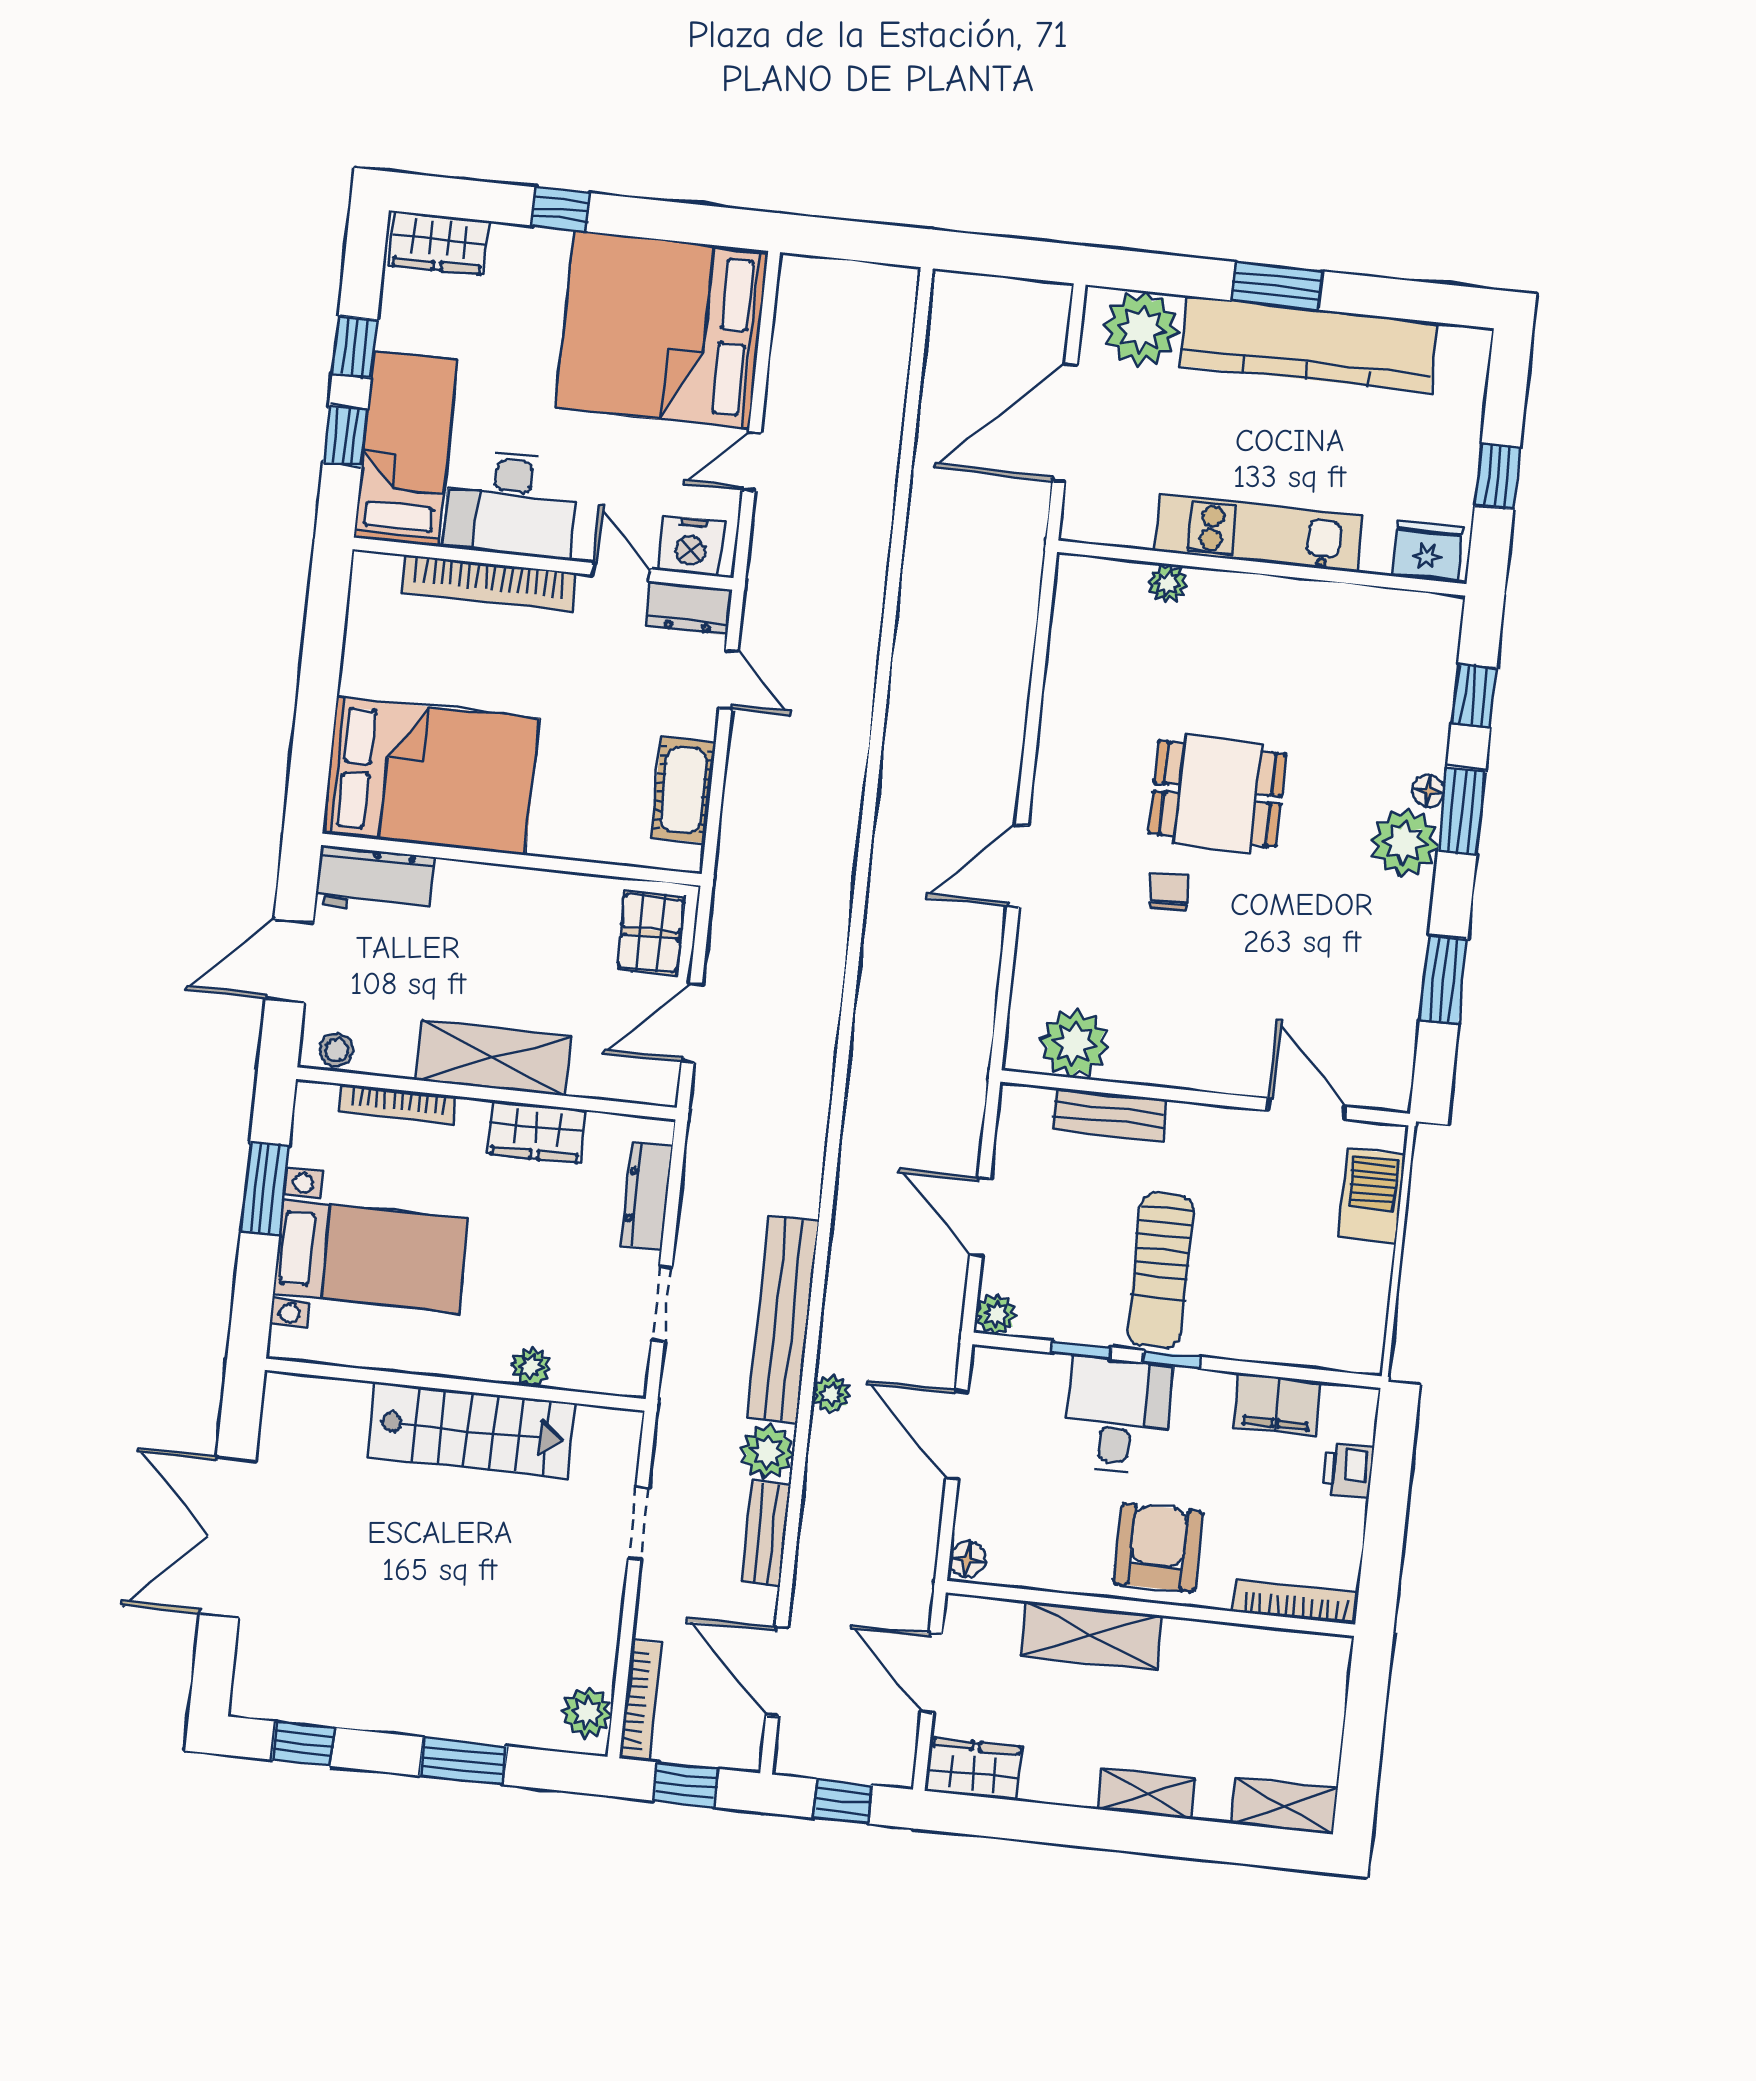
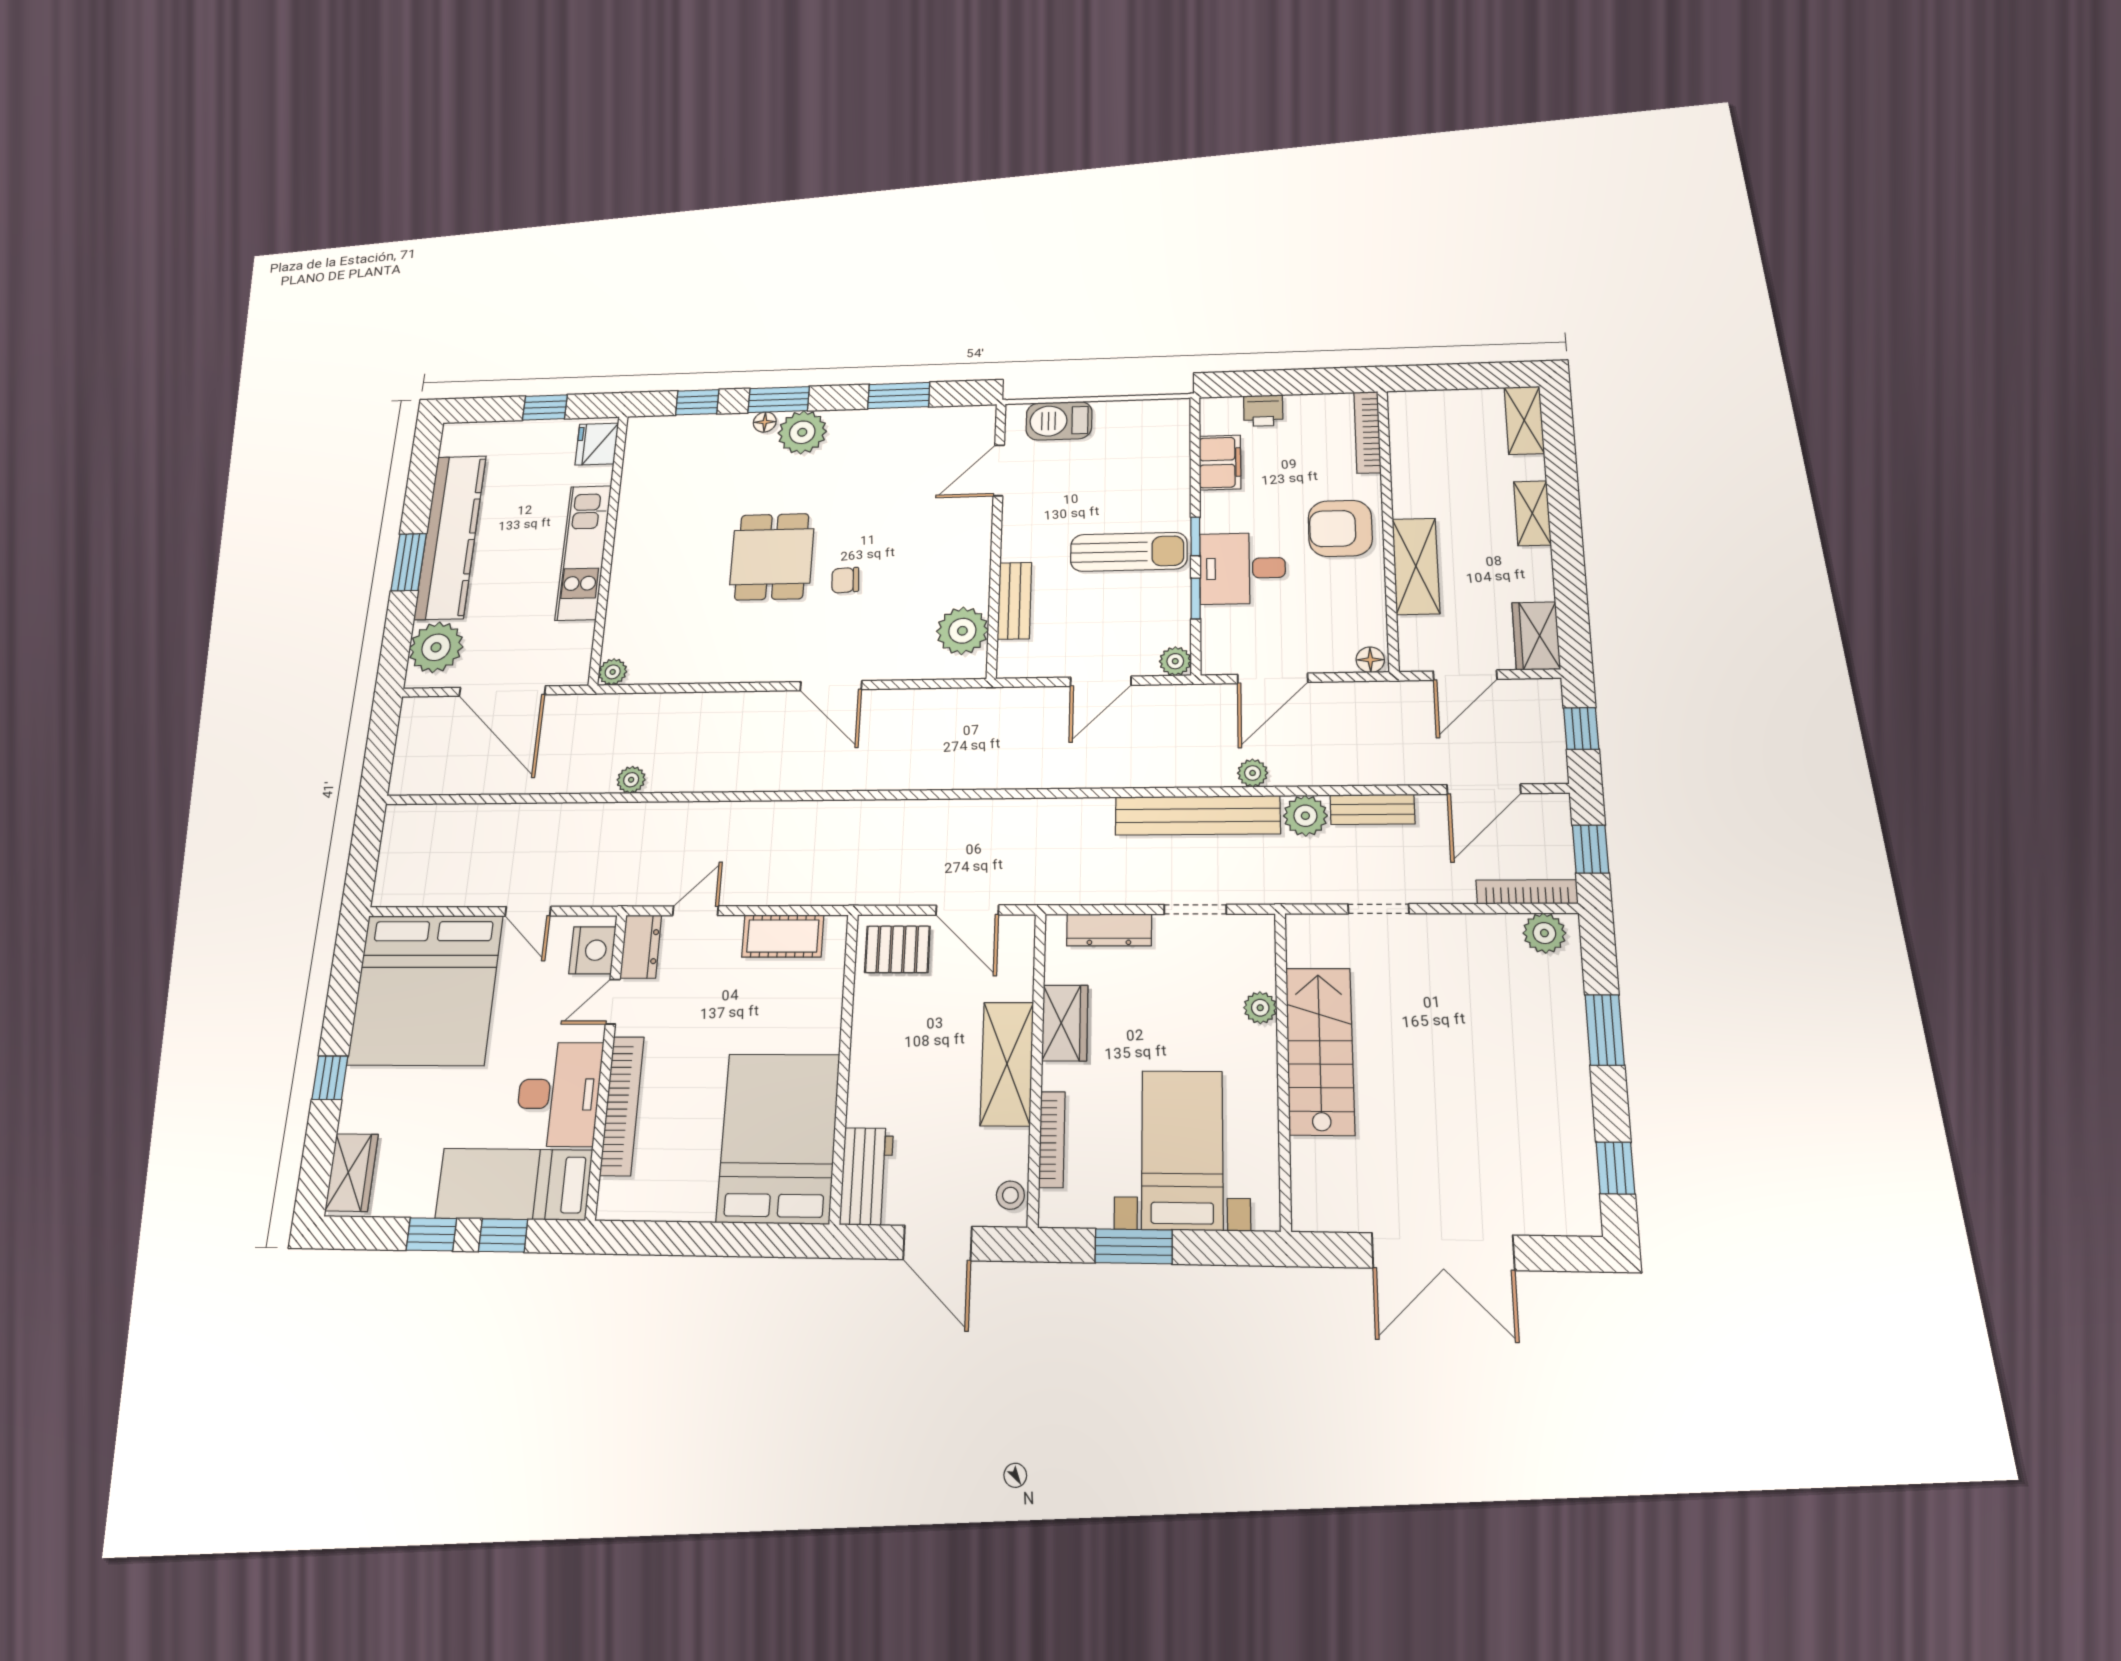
plant: (1167, 583) -> (613, 672), moved
plant: (917, 597) -> (631, 780), added

